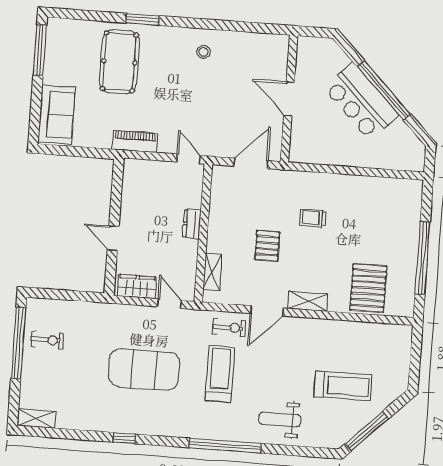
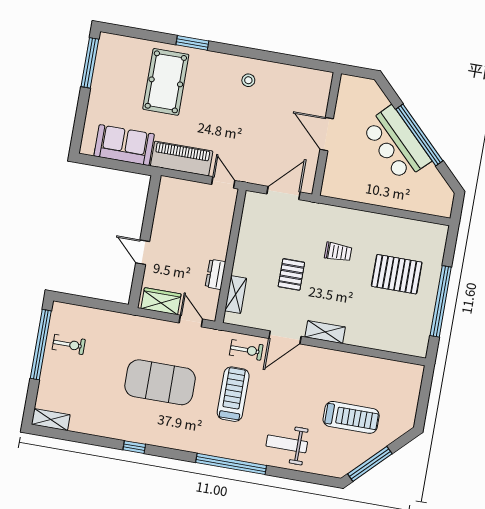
sofa: (56, 114) -> (124, 145), moved, turned -90
piano: (135, 141) -> (182, 159), width x1.37, depth x1.33
trolley: (313, 218) -> (338, 252), turned 180
dresser: (192, 224) -> (216, 274), moved
pallet: (368, 288) -> (397, 274), moved, turned 90

